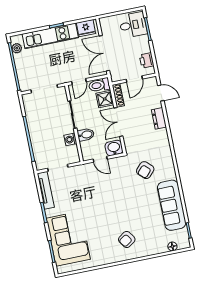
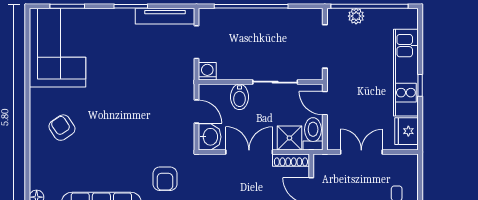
plant: (17, 48) -> (356, 16), moved
double door: (104, 53) -> (361, 152), width x0.73
washing machine: (70, 139) -> (207, 71), moved
door: (100, 159) -> (197, 112), swing flipped
armchair: (145, 170) -> (165, 179), turned -133
corner sofa: (68, 239) -> (57, 48), moved, turned -90

